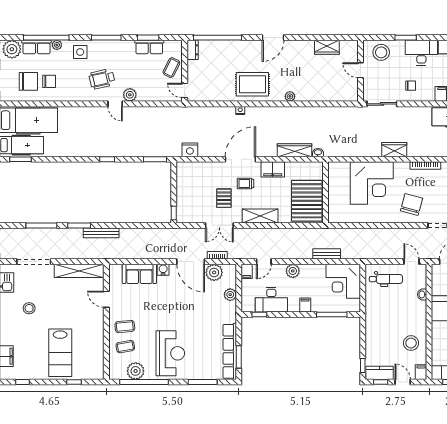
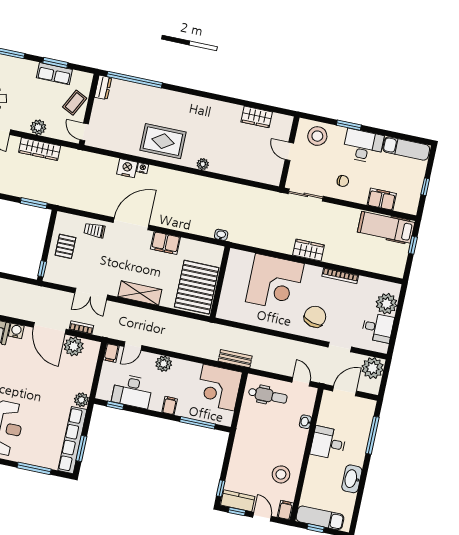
door: (273, 38) -> (198, 93), removed
plant: (130, 95) -> (38, 127), moved
nightstand: (190, 150) -> (127, 168), moved, turned 180
wardrobe: (295, 150) -> (40, 149), moved, turned 180
trolley: (246, 183) -> (94, 230), moved
pallet: (224, 198) -> (65, 246), moved
bench: (327, 254) -> (235, 359), moved
plant: (230, 295) -> (81, 400), moved

